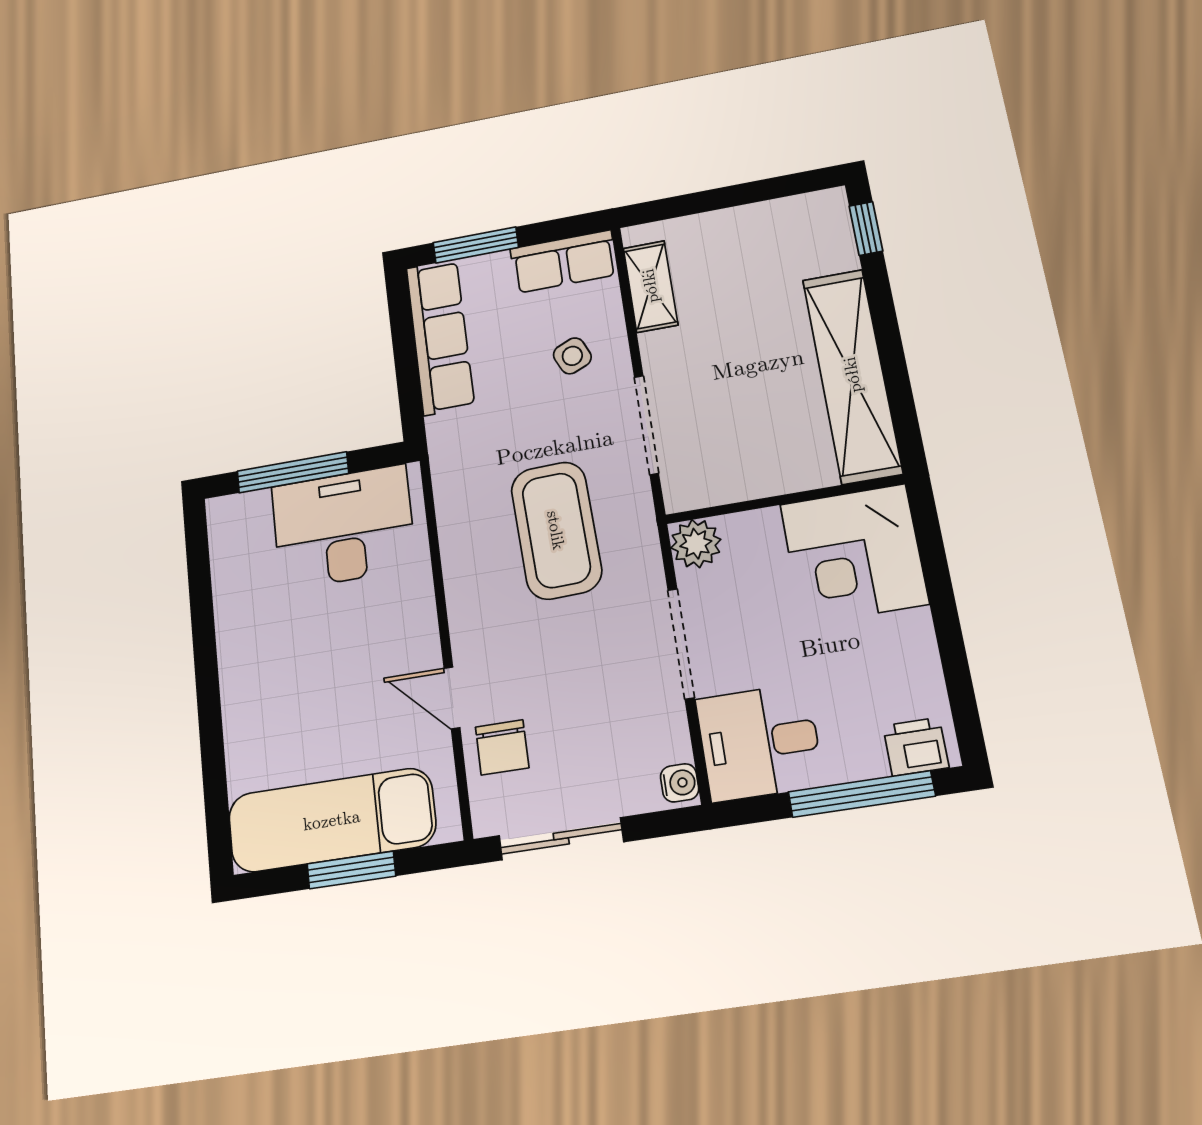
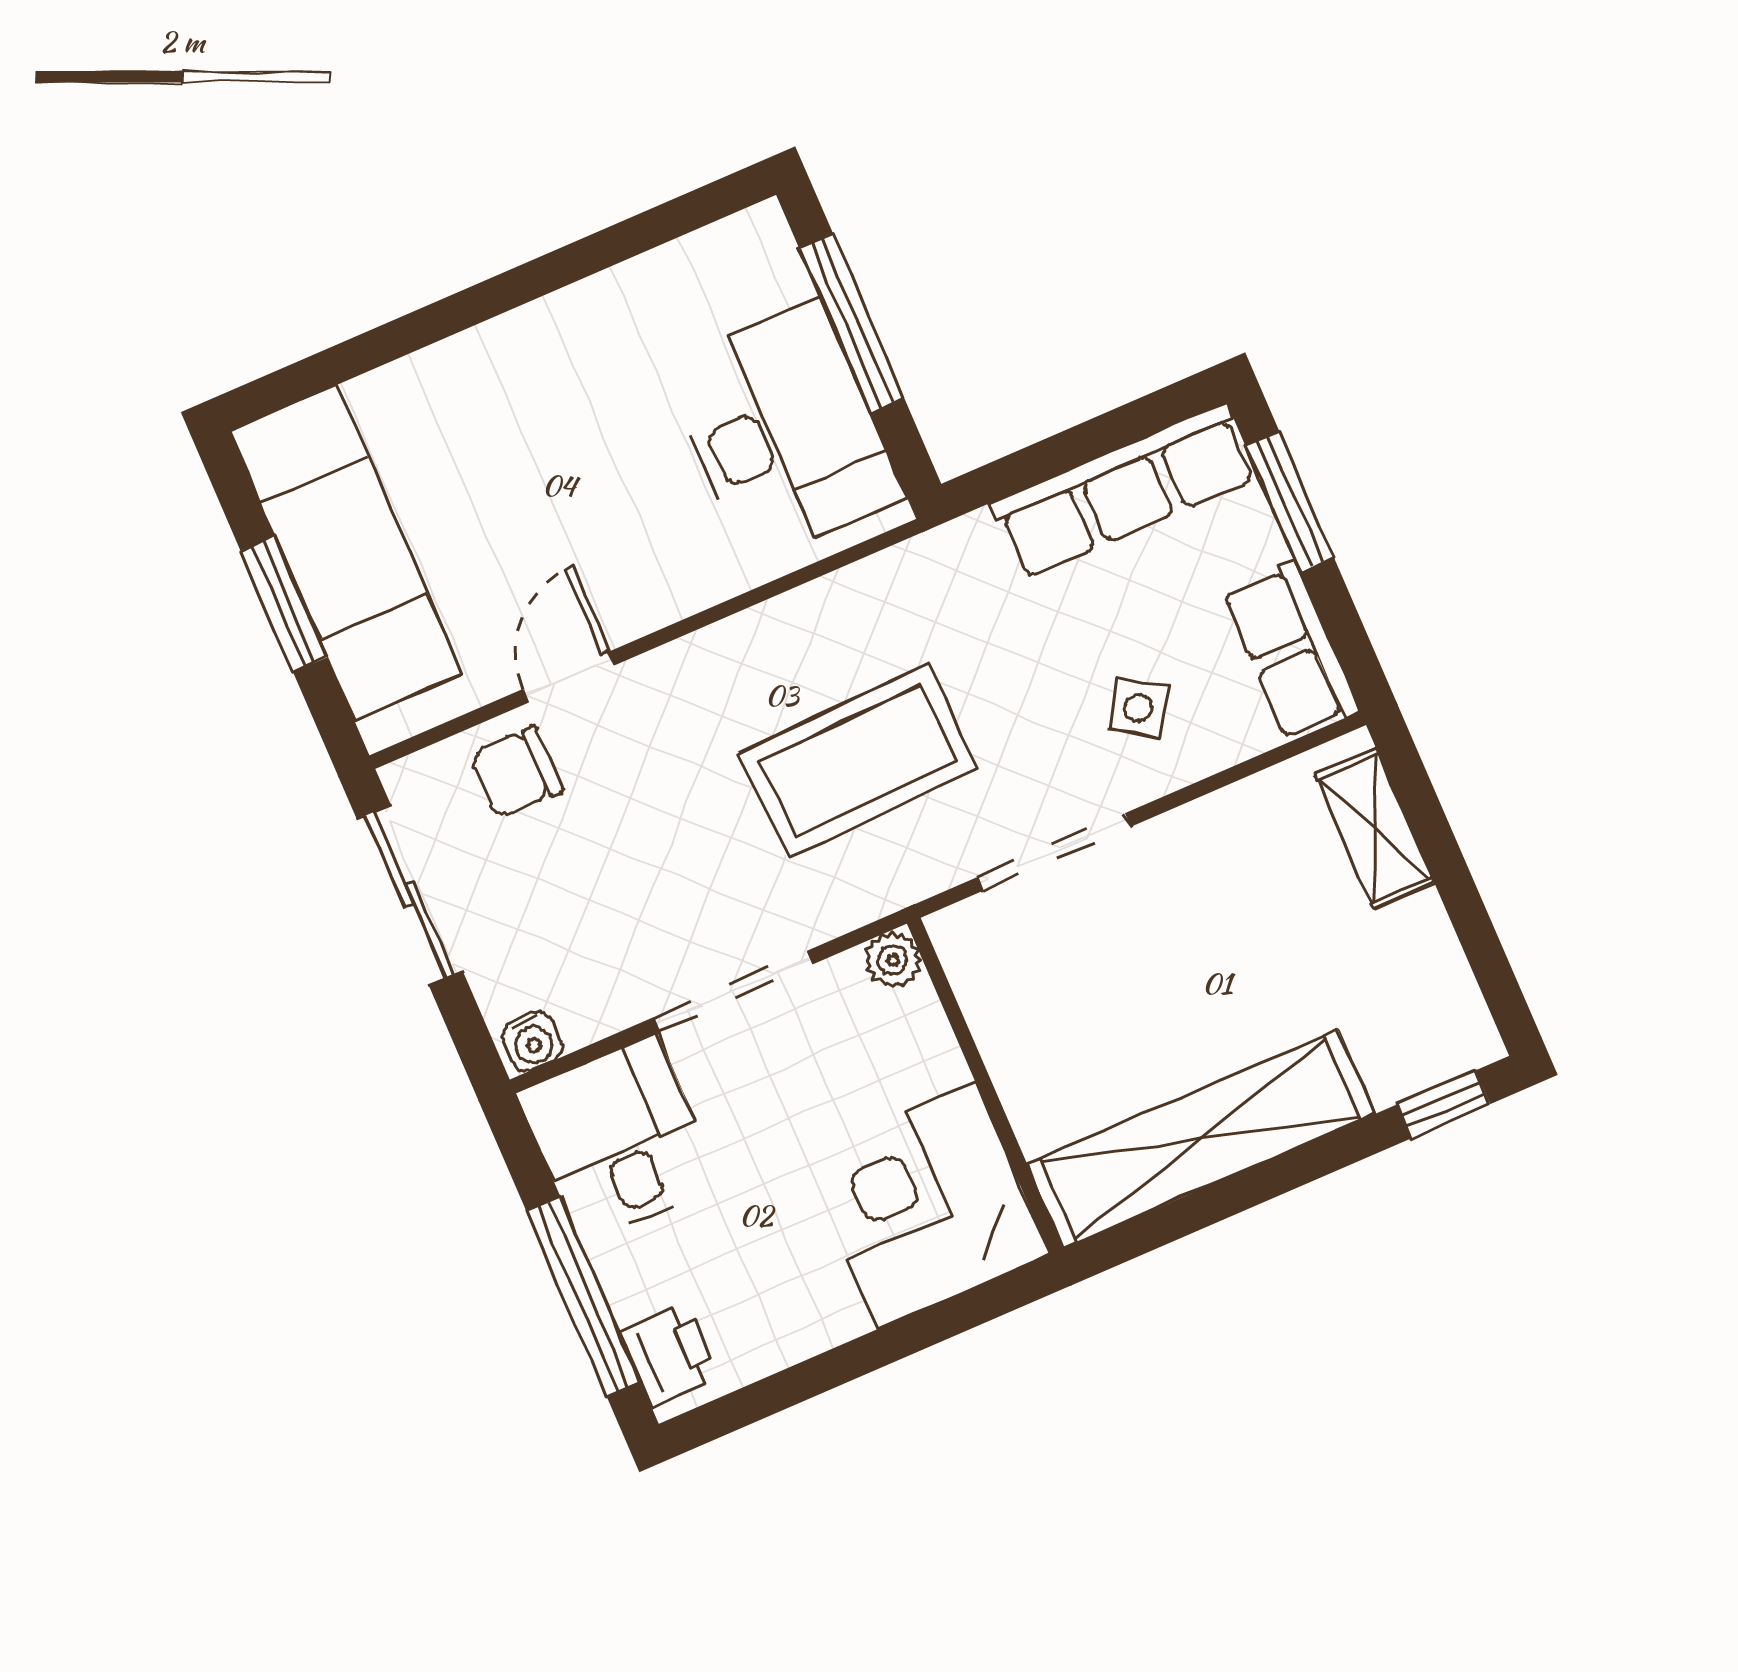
shelving: (650, 286) -> (1375, 829), moved, turned 90
side table: (572, 356) -> (1139, 708), turned -32
plant: (696, 544) -> (893, 960), width x0.73, depth x0.73

